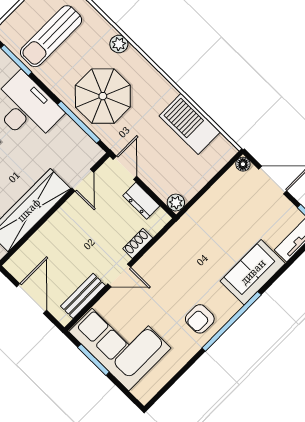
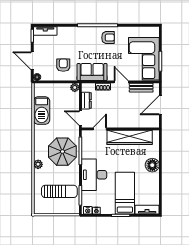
door: (125, 168) -> (80, 118), hinge flipped
armchair: (223, 218) -> (63, 65), added
sofa: (253, 272) -> (92, 72), moved, turned 180

